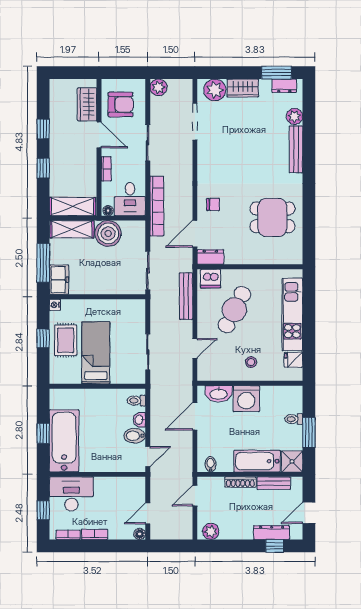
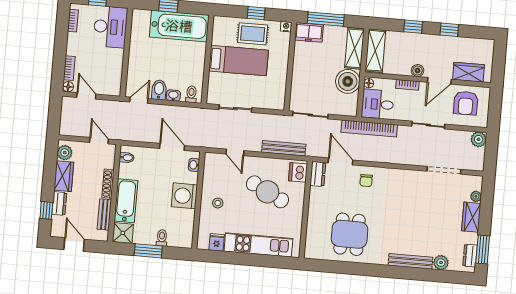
plant: (215, 90) -> (476, 196), width x0.53, depth x0.53
boiler: (90, 159) -> (418, 71), added
washbasin: (219, 394) -> (194, 165), width x0.52, depth x0.69
bathtub: (64, 441) -> (179, 26), moved
door: (148, 456) -> (139, 100), swing flipped
wardrobe: (236, 530) -> (64, 176), added
dresser: (272, 533) -> (59, 203), width x0.70
bookcase: (95, 534) -> (69, 68), moved

